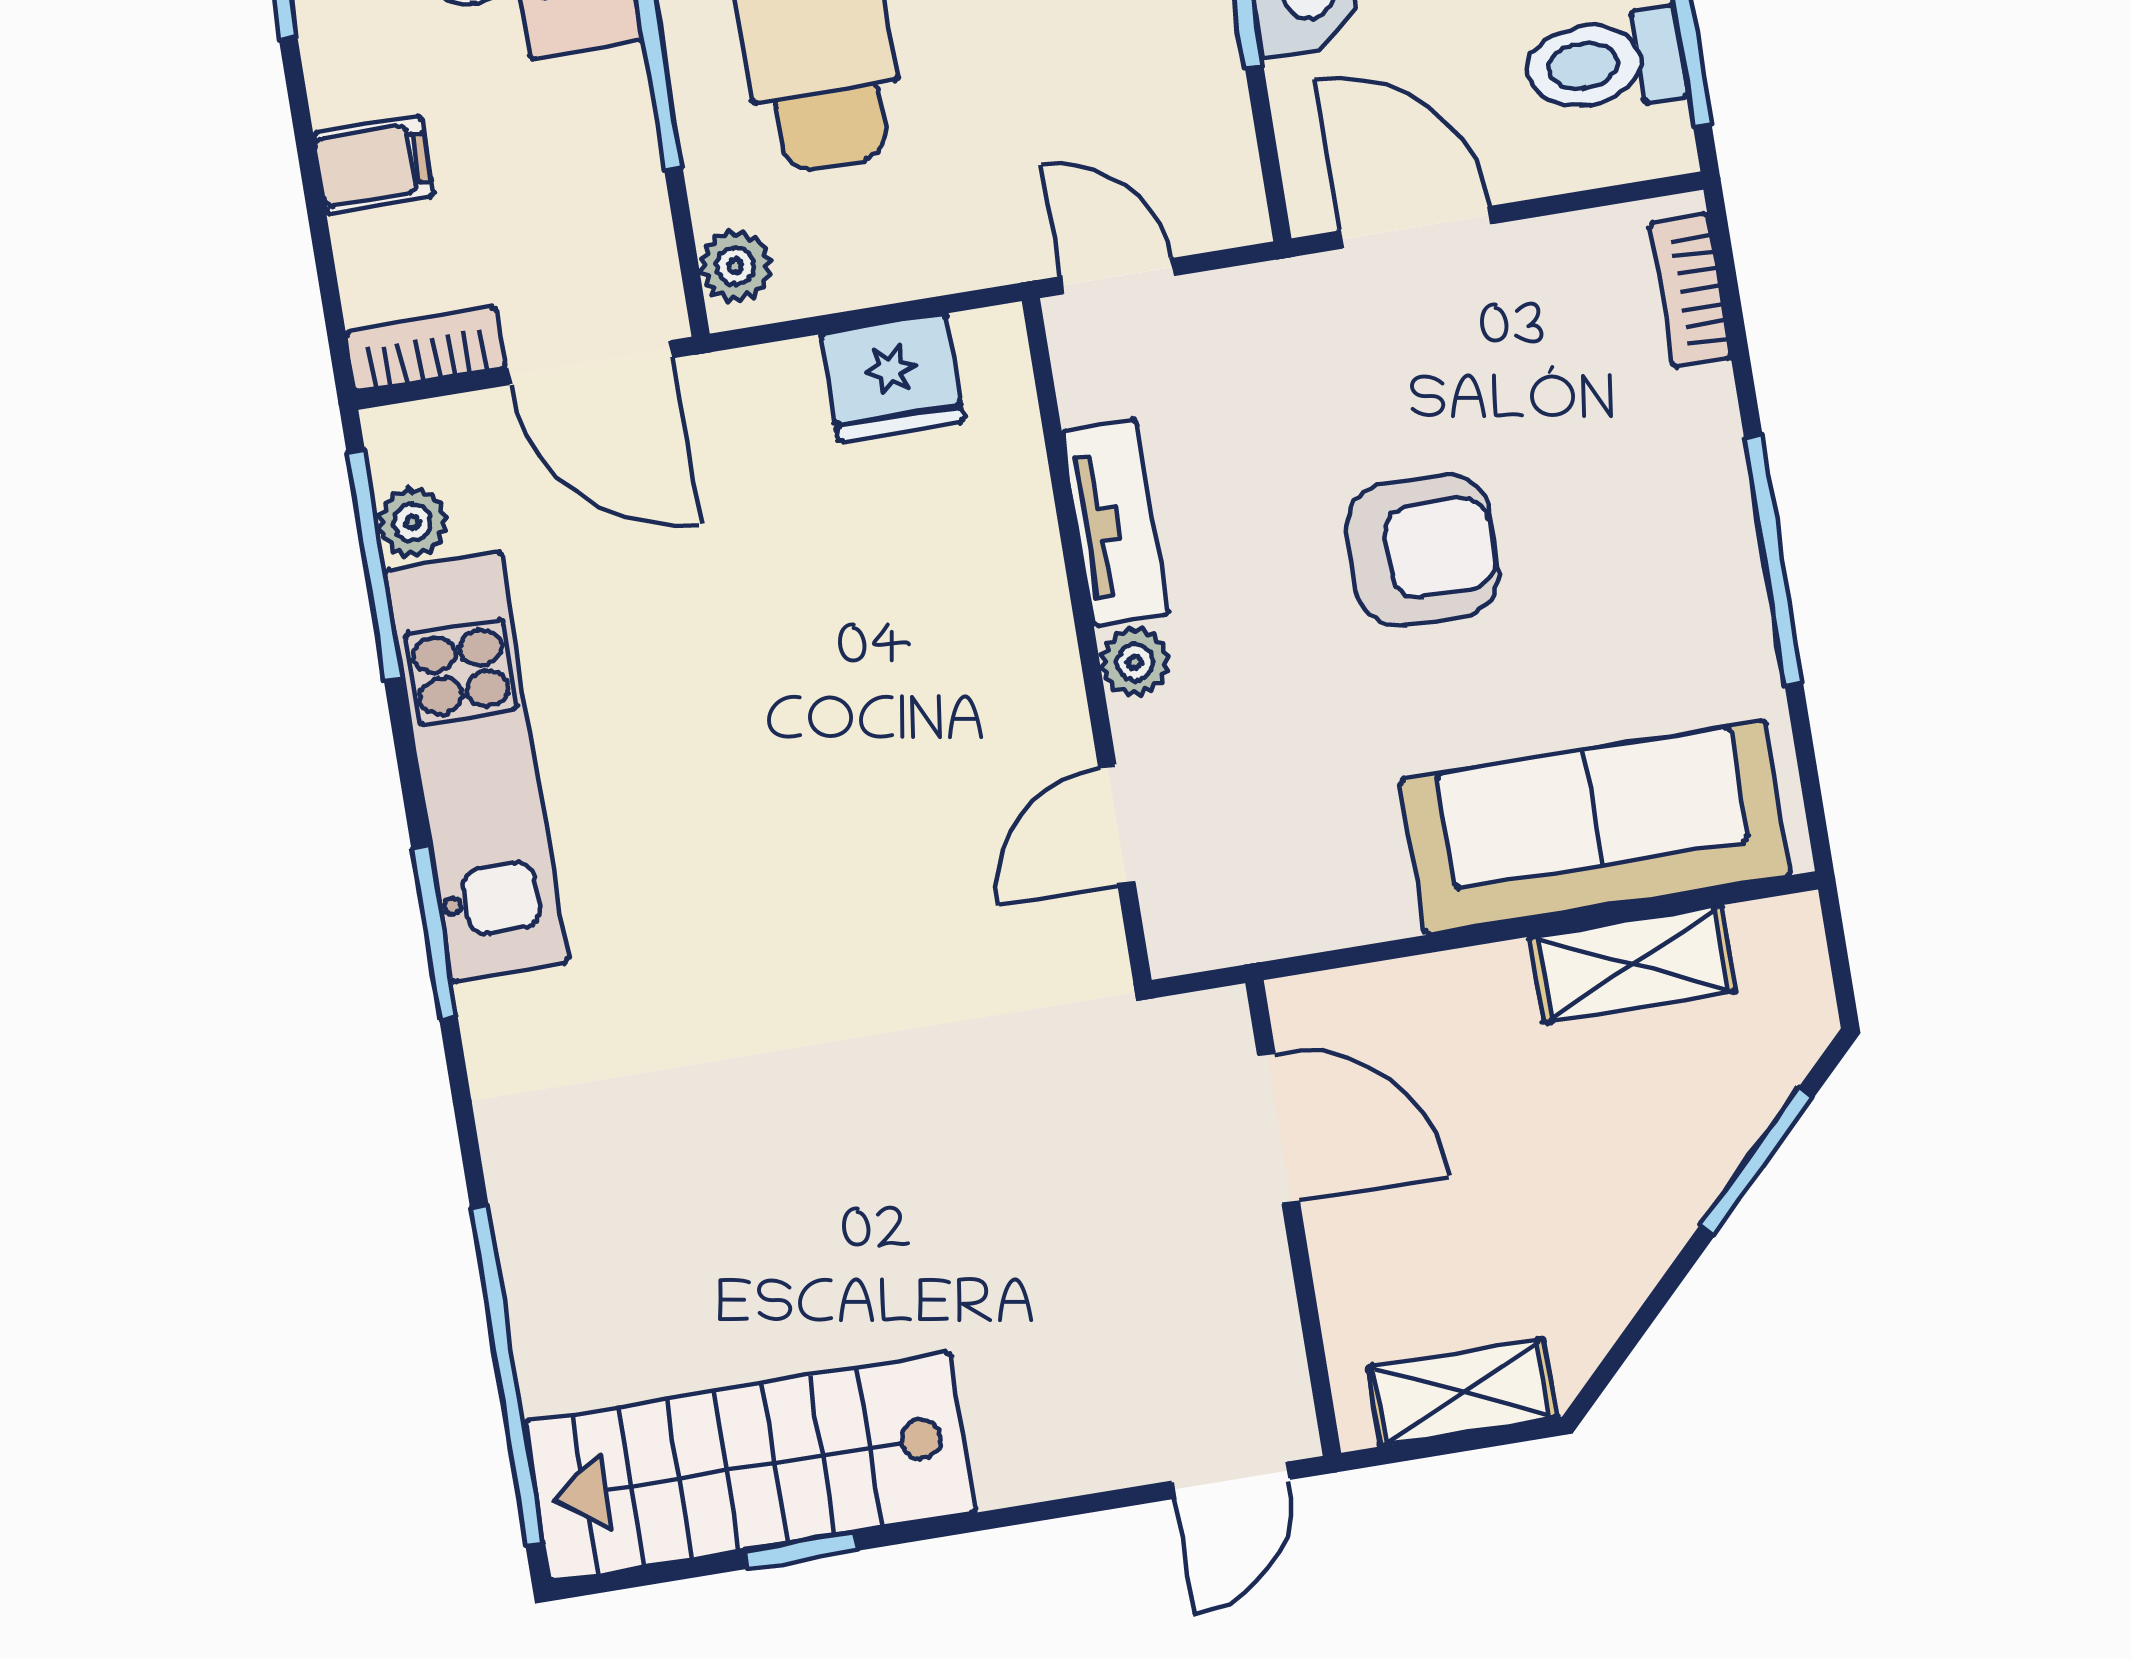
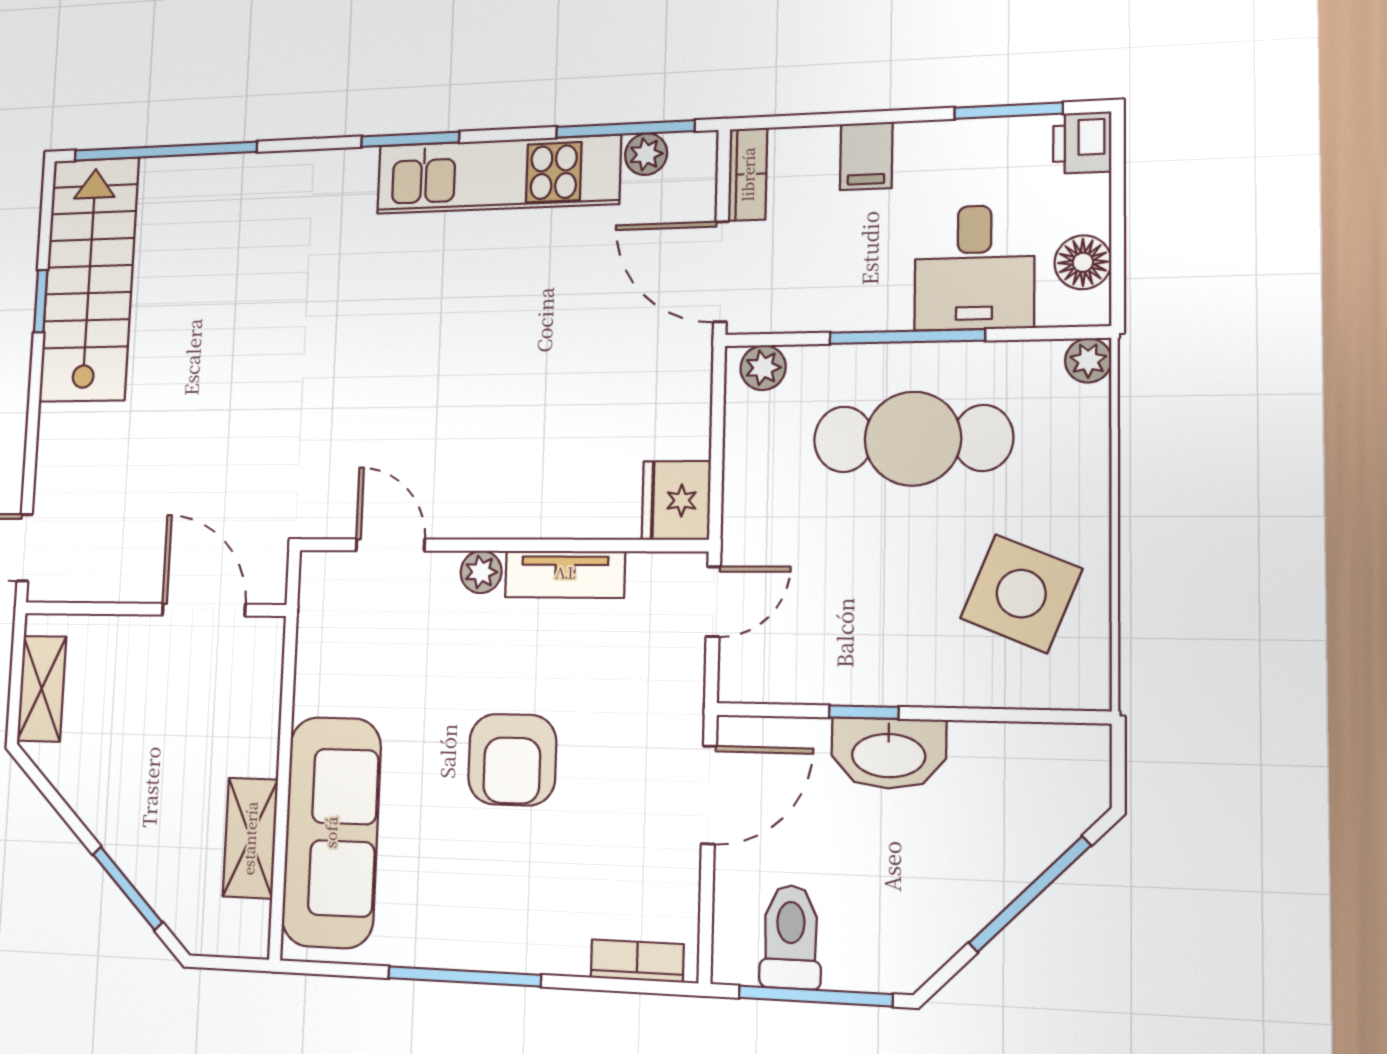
door: (590, 363) -> (721, 272), hinge flipped
fridge: (892, 378) -> (676, 500), moved
door: (1279, 1128) -> (204, 610), swing flipped

